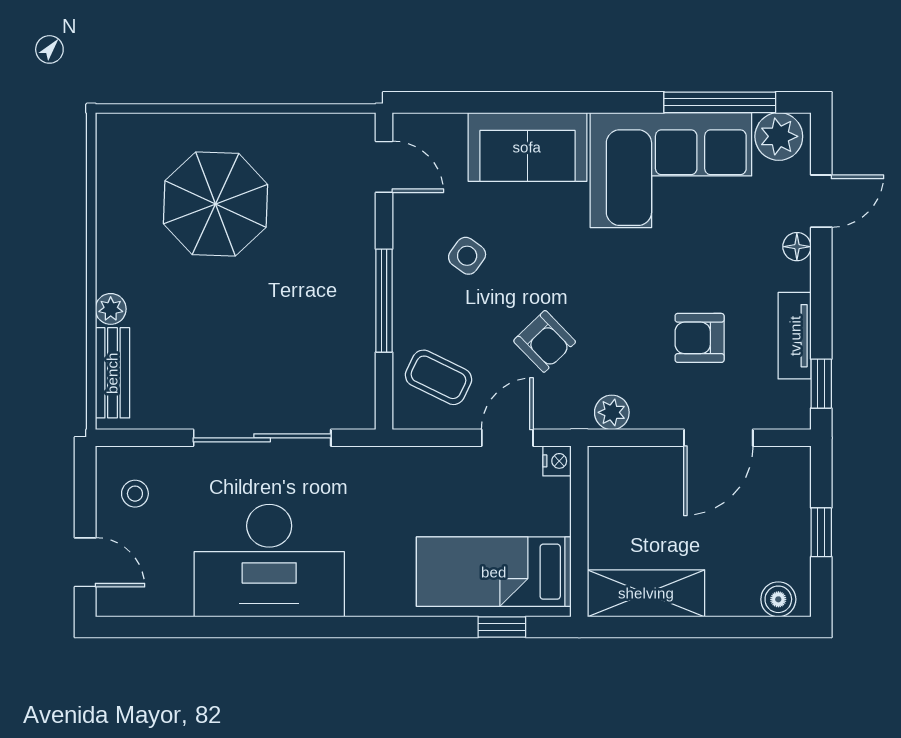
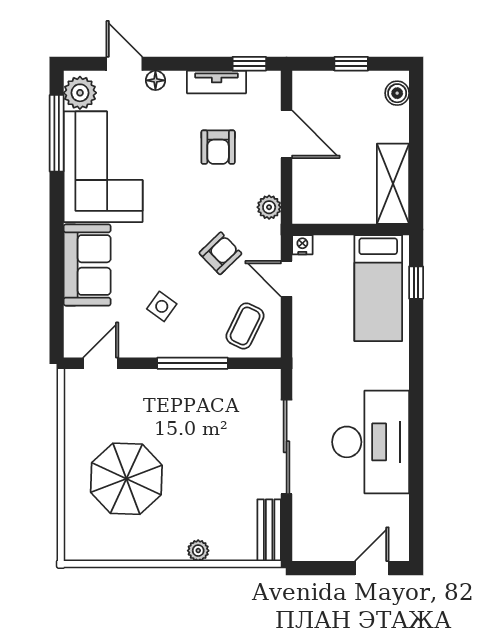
bench: (112, 373) -> (269, 530), moved, turned 90
stool: (135, 494) -> (325, 534), removed

